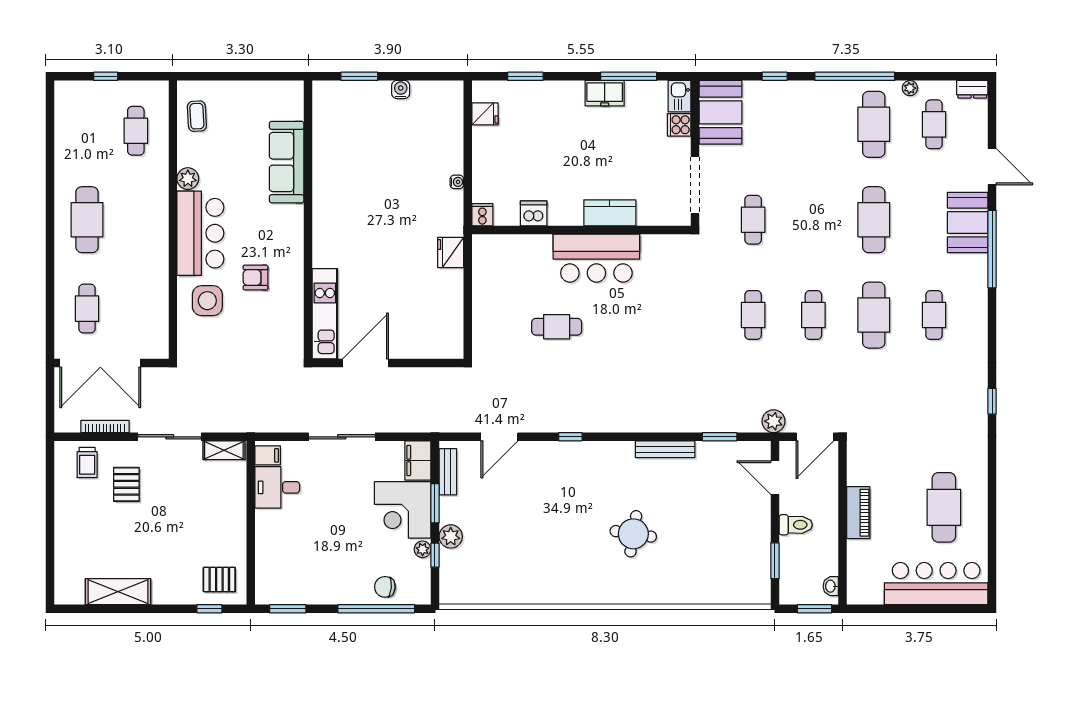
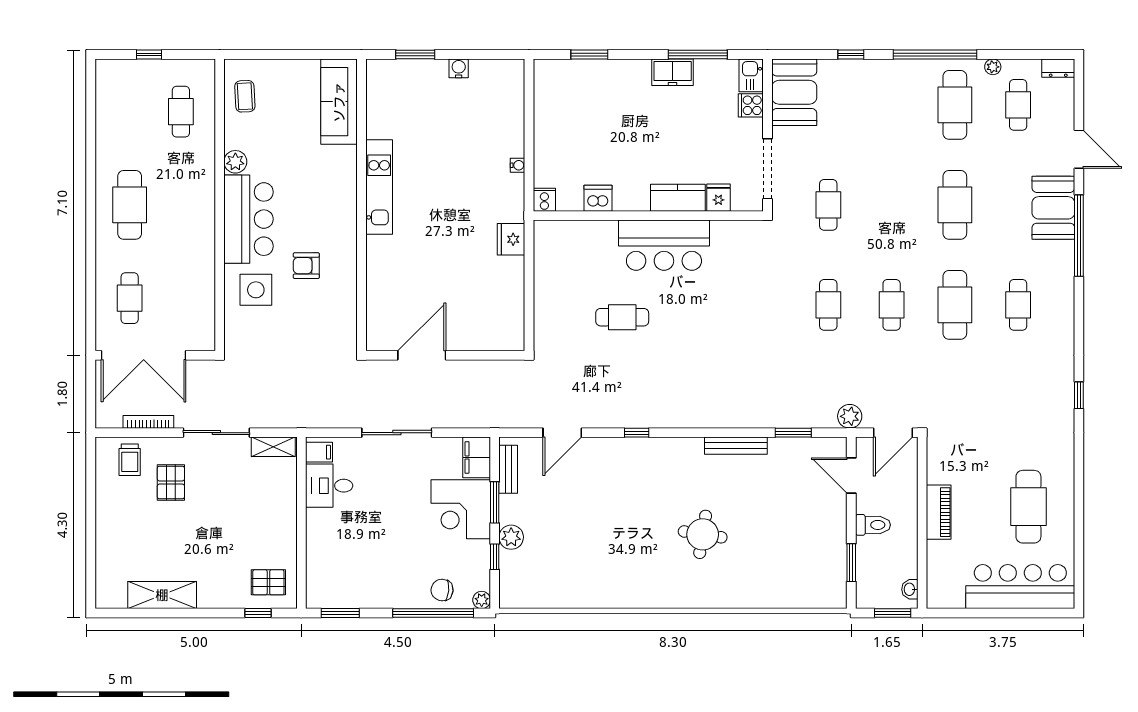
fridge: (485, 114) -> (718, 198), moved, turned -90
sofa: (287, 162) -> (339, 102), moved
kitchen unit: (325, 314) -> (379, 187), moved
plant: (423, 549) -> (482, 600), moved

